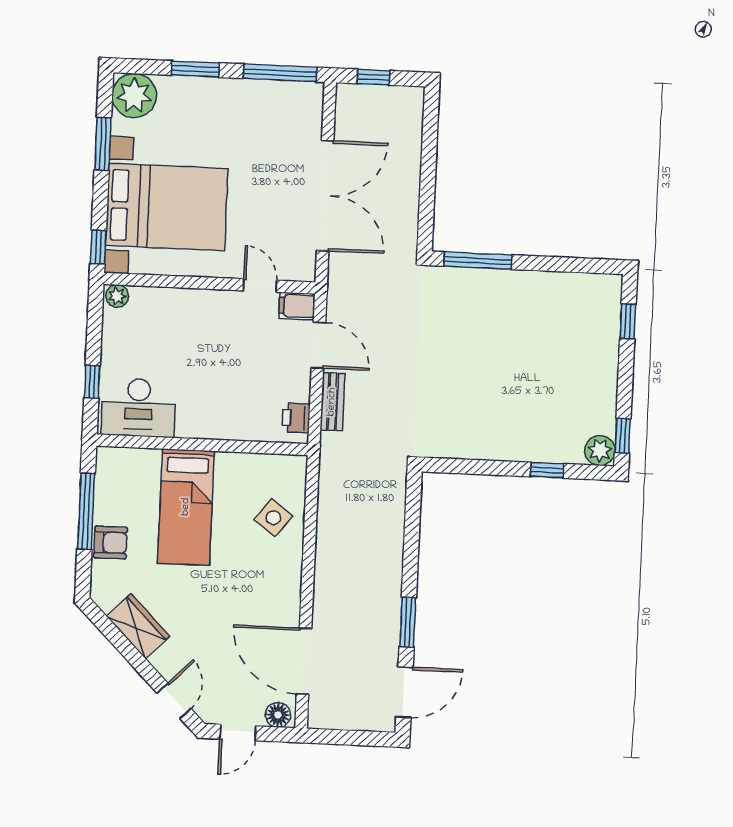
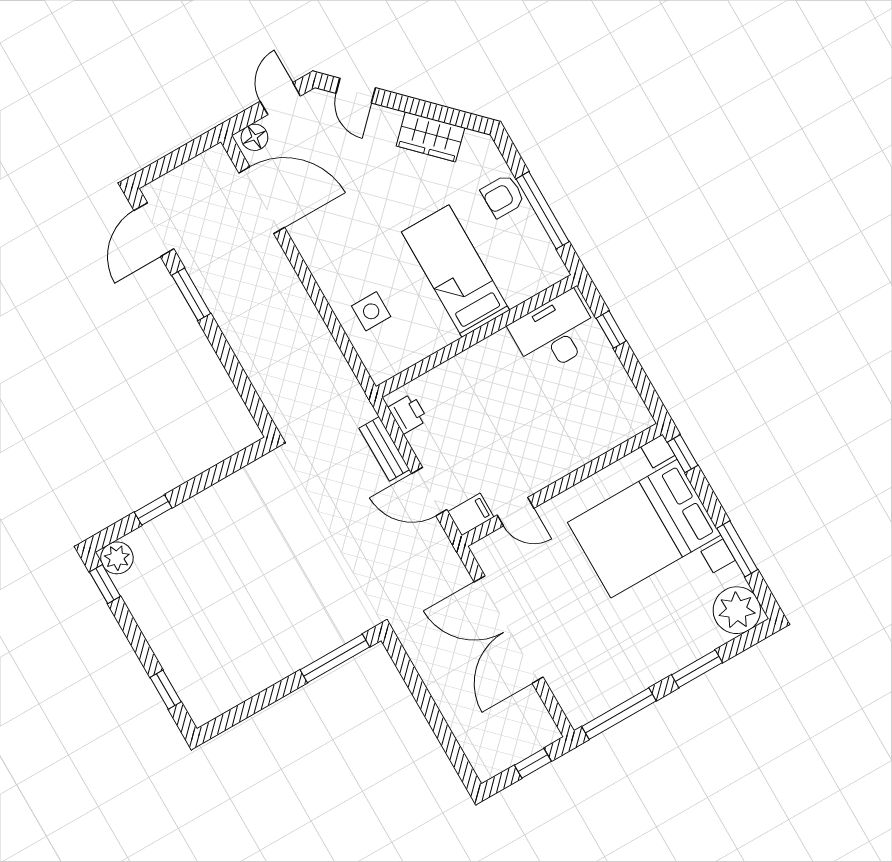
plant: (117, 296) -> (638, 421), removed
side table: (273, 518) -> (371, 311), turned -37

